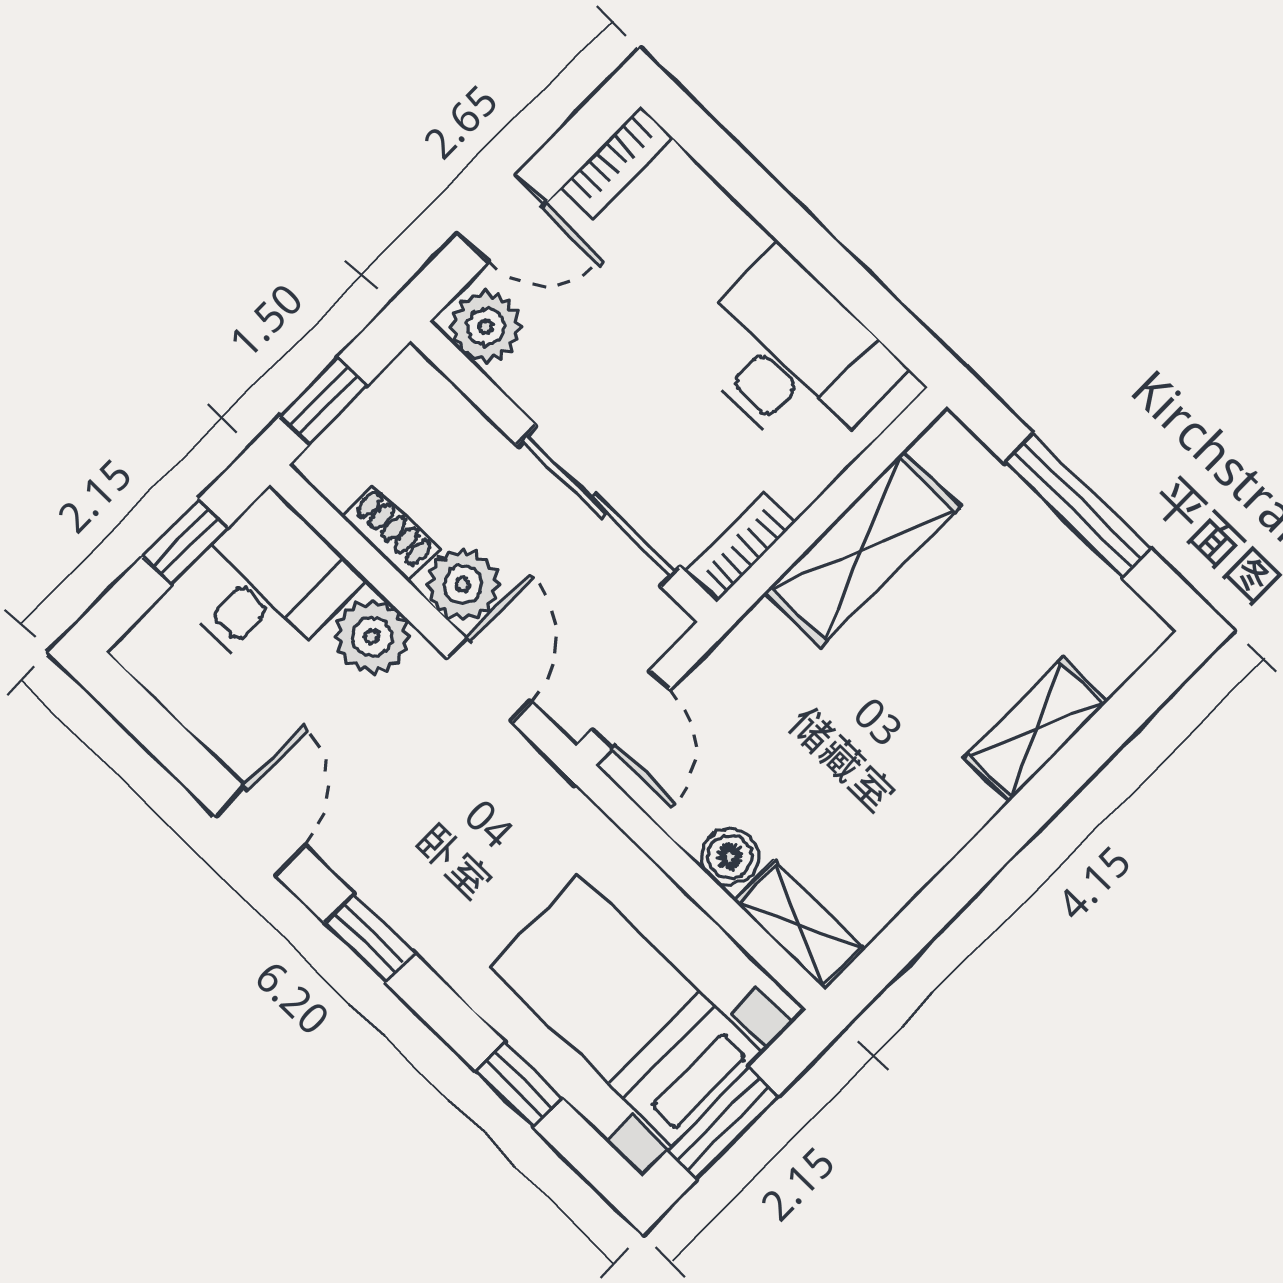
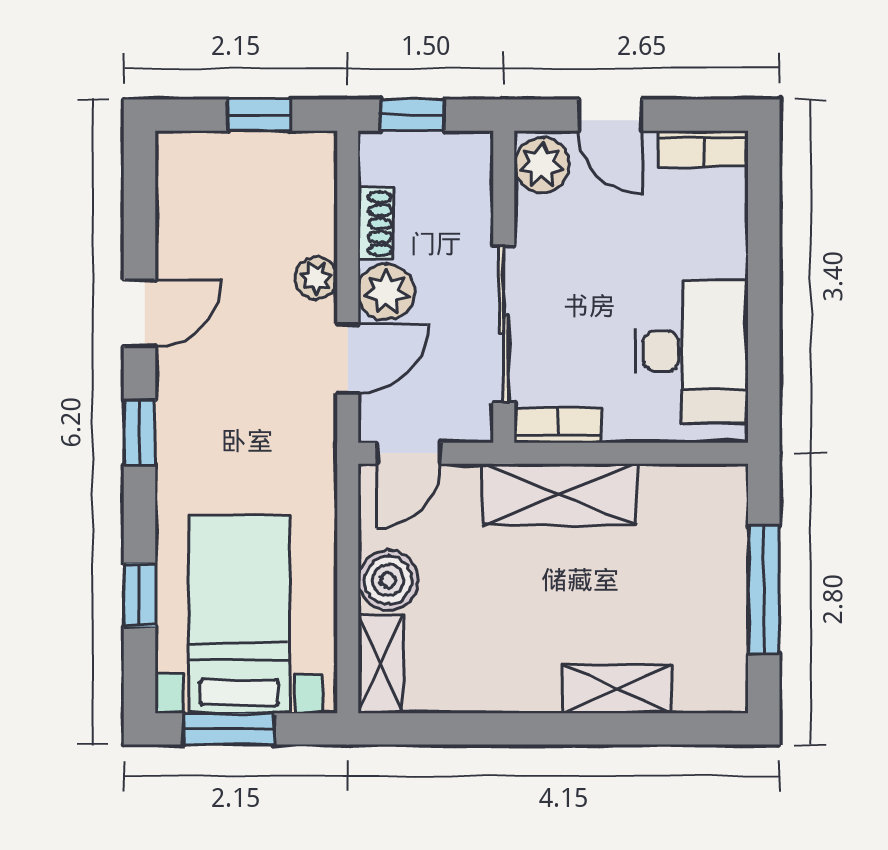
shelving: (862, 549) -> (559, 494), moved
desk: (267, 585) -> (280, 184), removed
plant: (372, 637) -> (316, 278), width x0.73, depth x0.73
boiler: (730, 857) -> (388, 580), width x1.36, depth x1.36

